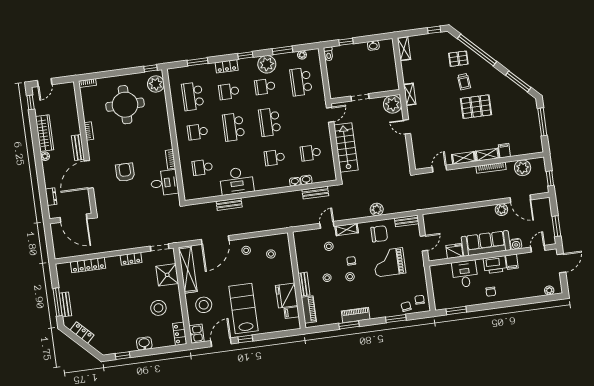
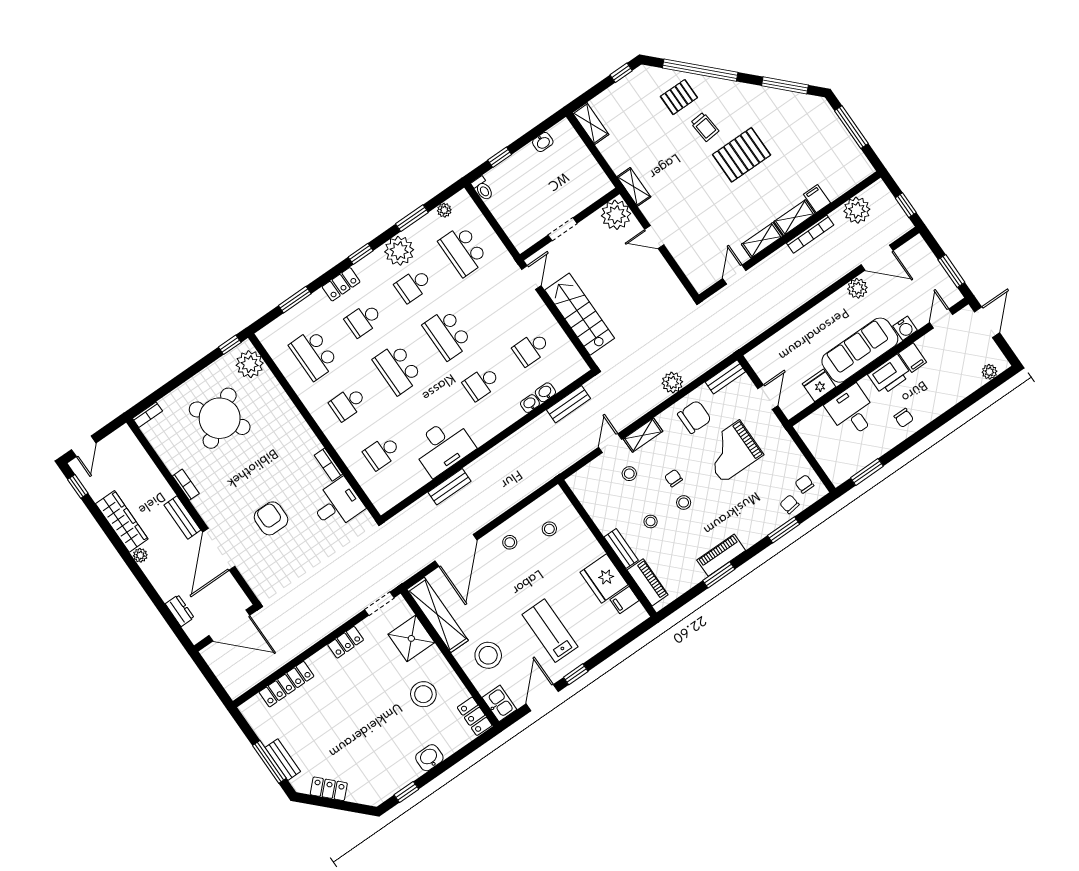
round table: (125, 105) -> (220, 418), turned -34
lab bench: (244, 309) -> (550, 631), width x0.73, depth x0.72

